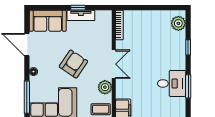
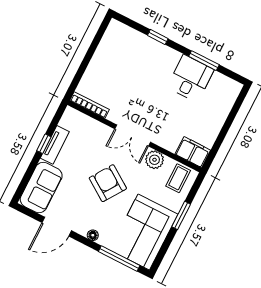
plant: (178, 23) -> (123, 34), removed
double door: (114, 64) -> (133, 135), swing flipped

